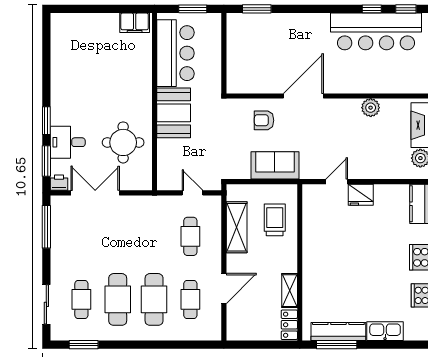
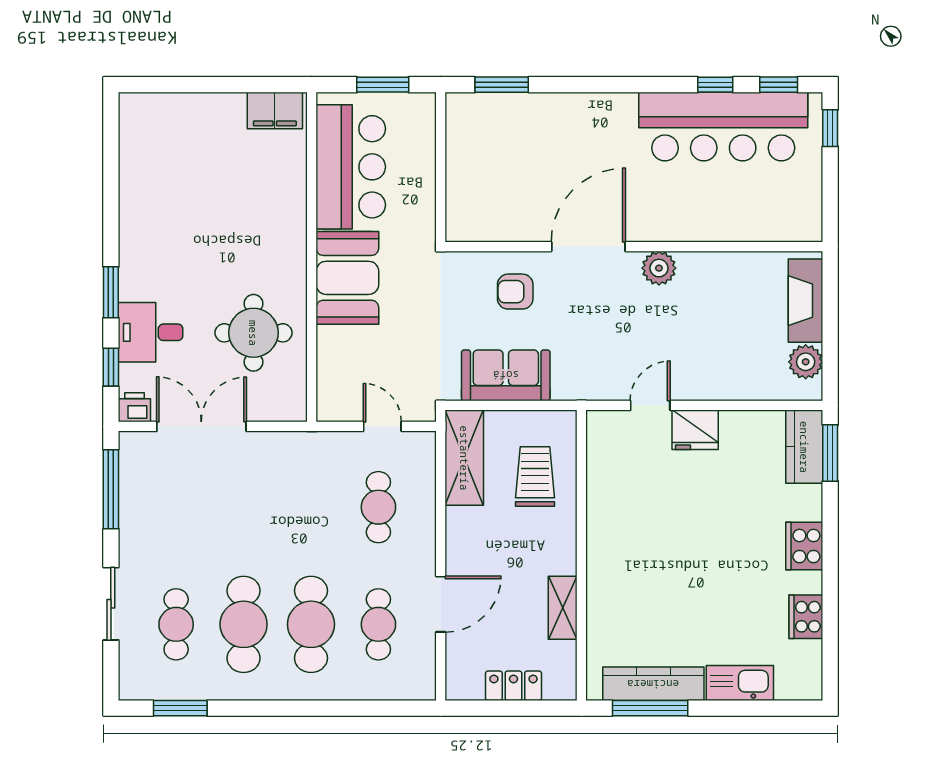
plant: (371, 108) -> (659, 268), moved
window: (46, 161) -> (111, 367), width x0.67
sofa: (275, 165) -> (506, 375), moved
shelving: (237, 227) -> (464, 458), moved
sliding door: (46, 304) -> (111, 604), moved
locker: (289, 325) -> (513, 686), moved, turned 90

